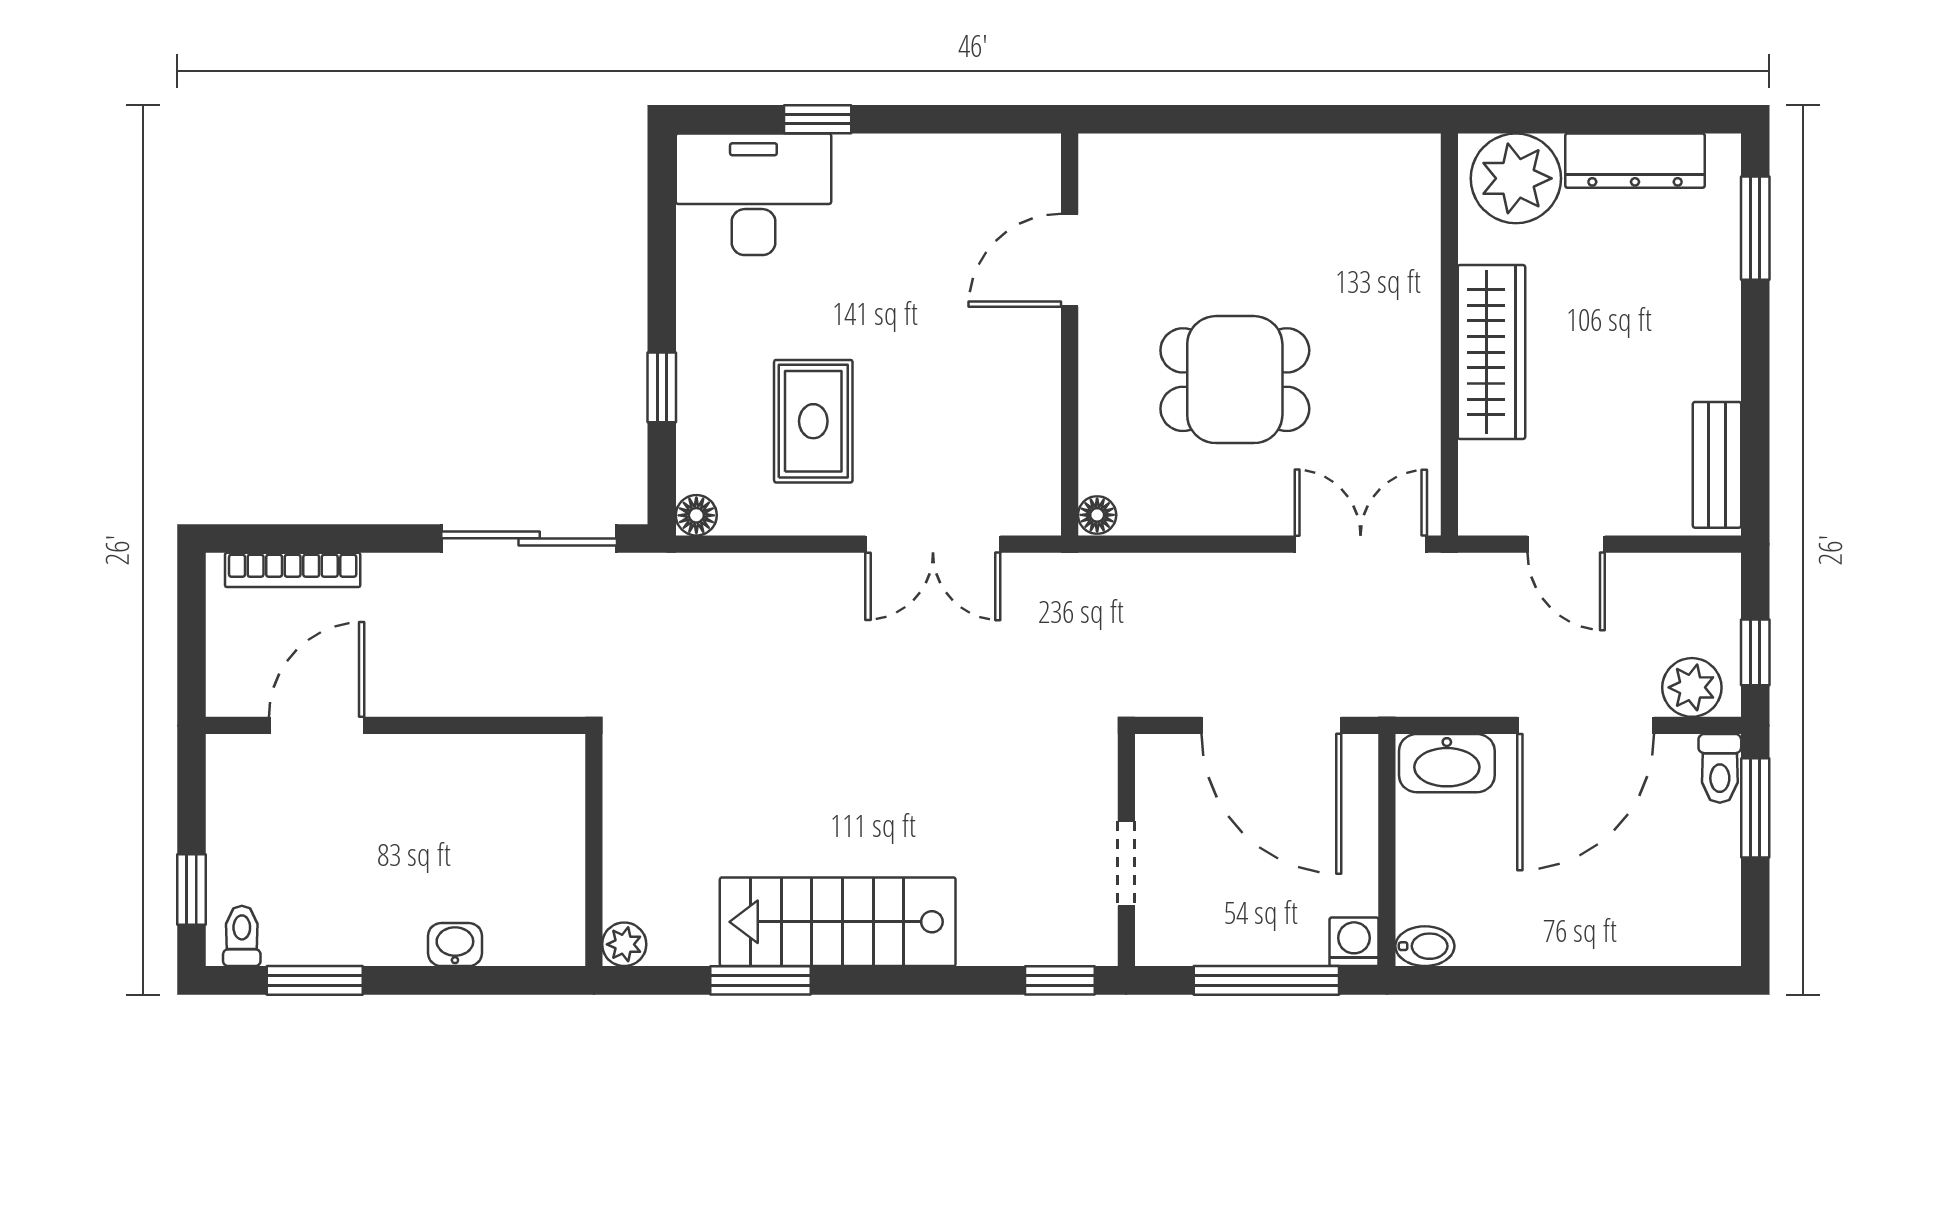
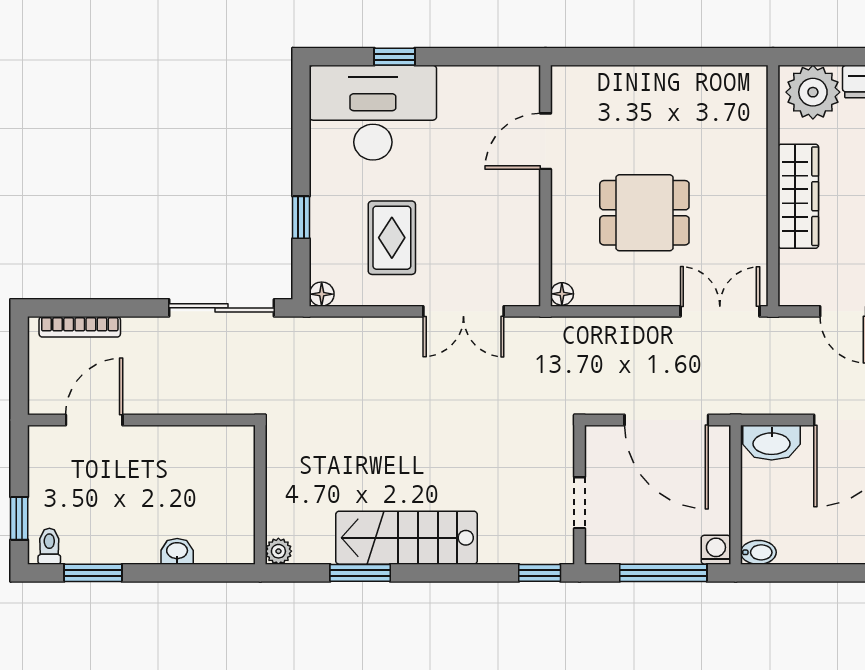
desk: (753, 194) -> (373, 113), width x1.36, depth x1.30

